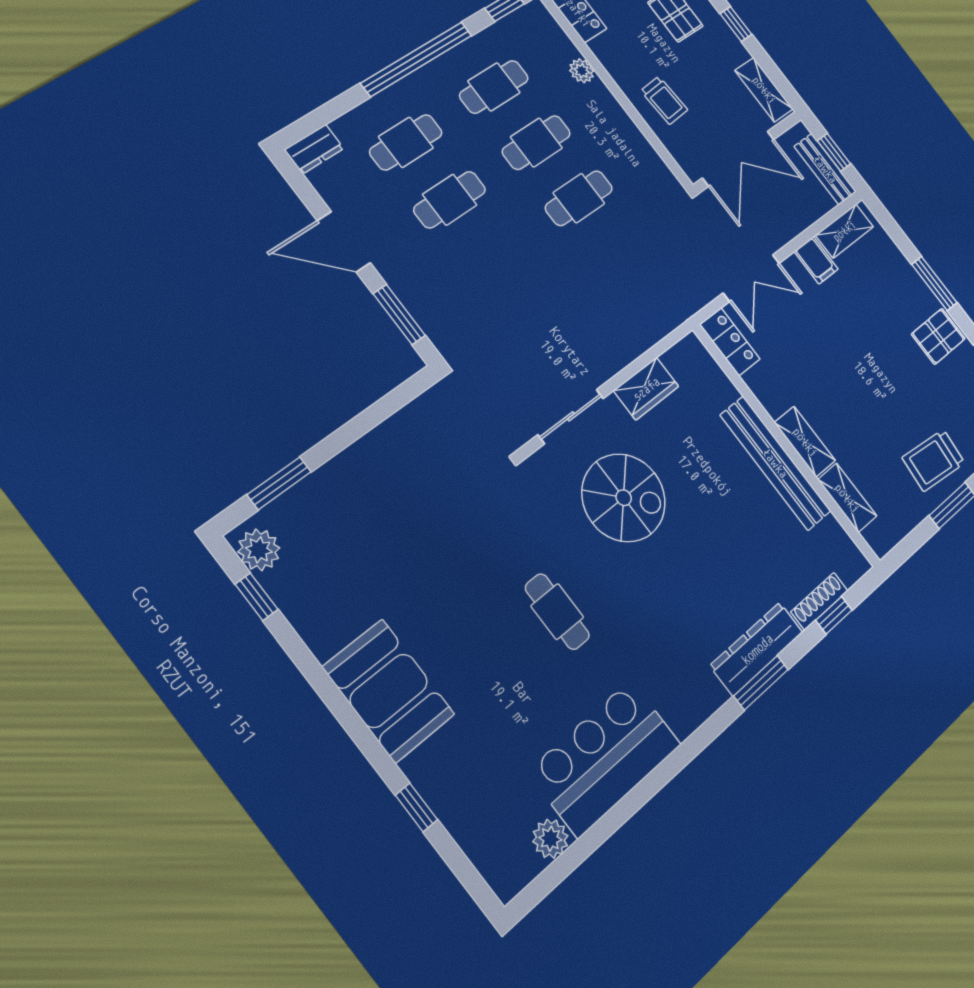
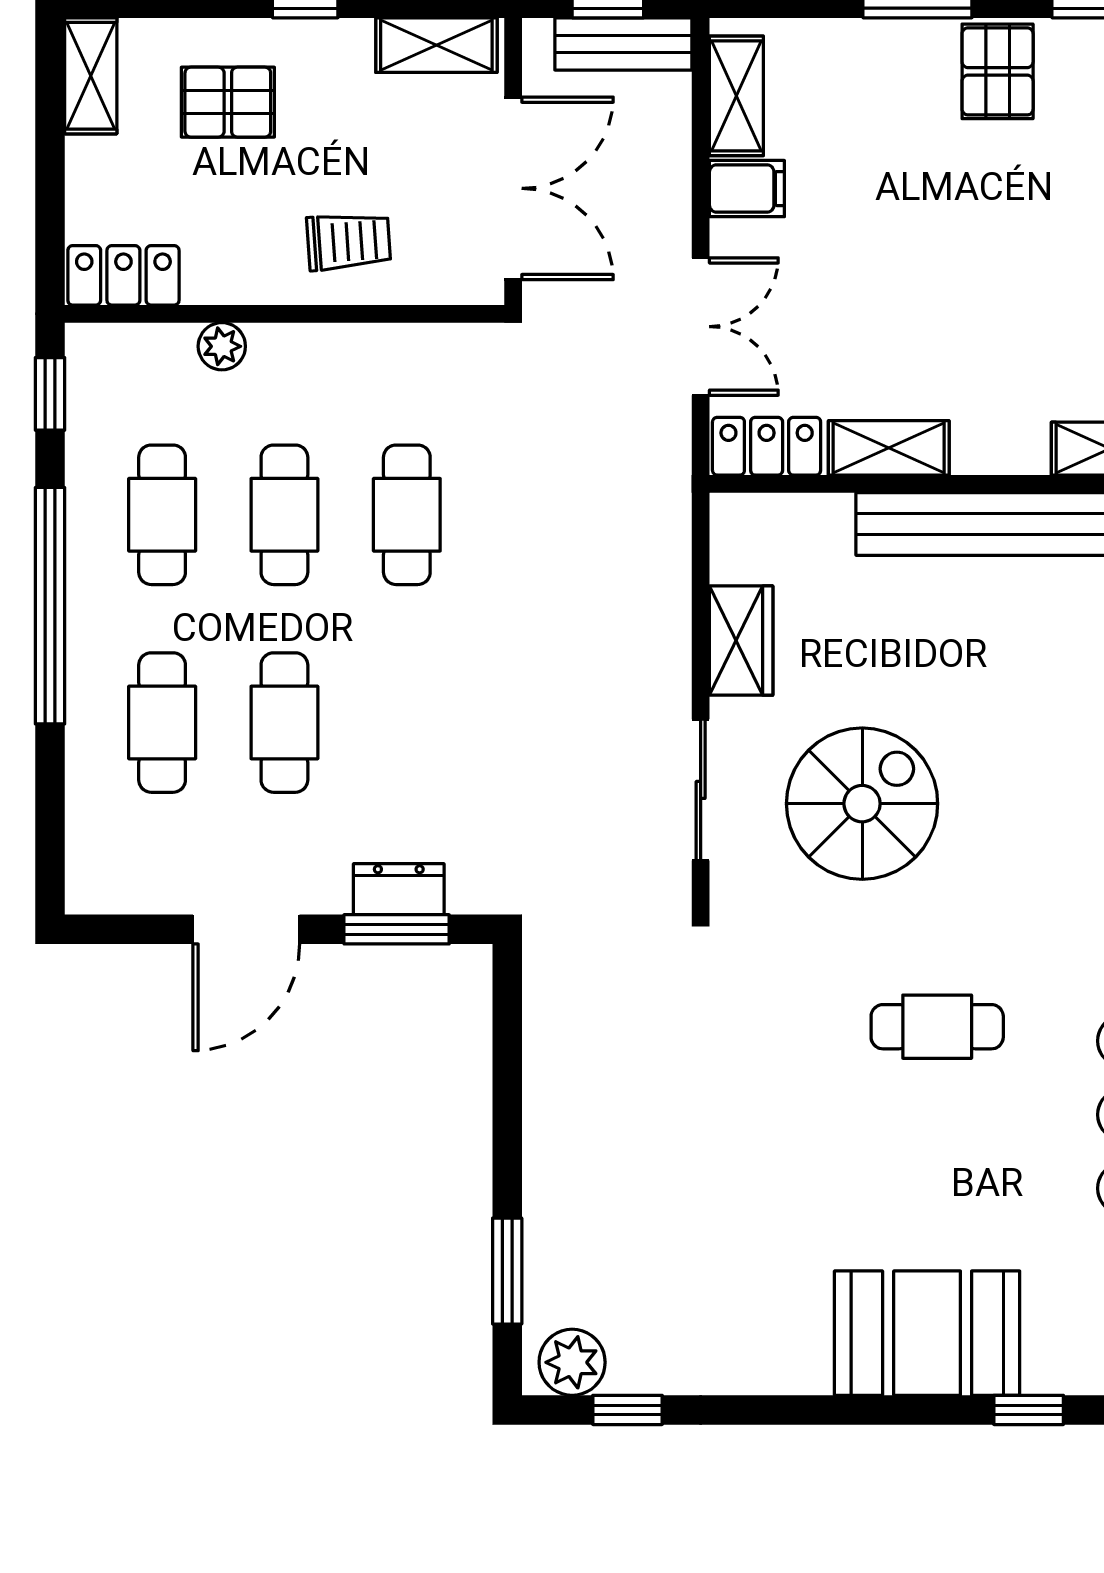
dresser: (314, 149) -> (399, 889), moved, turned -90
shelving: (805, 442) -> (889, 448), moved
booth: (389, 691) -> (927, 1333), moved

